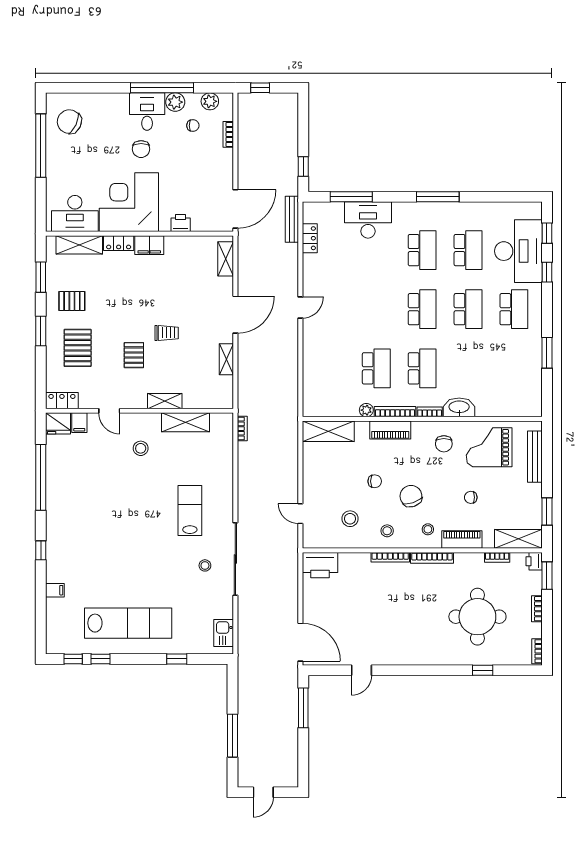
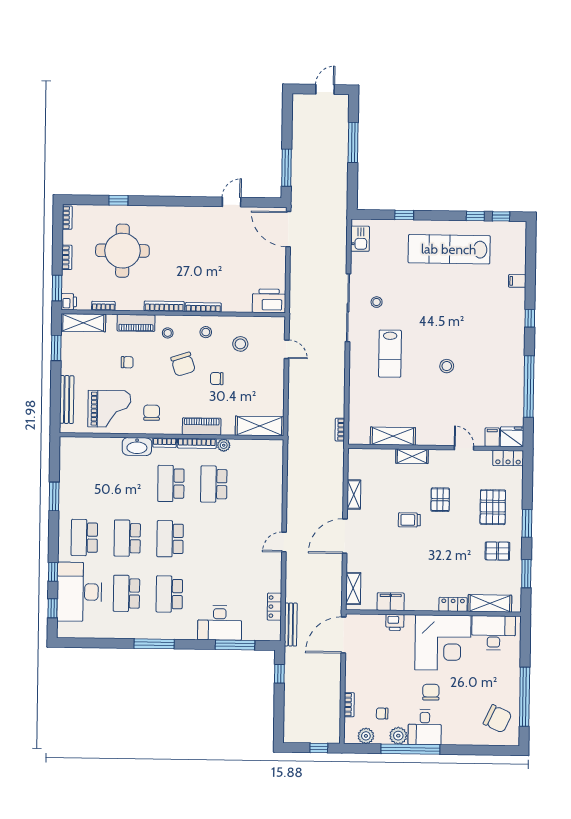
filing cabinet: (149, 245) -> (391, 602), moved
stool: (141, 448) -> (447, 366), moved

